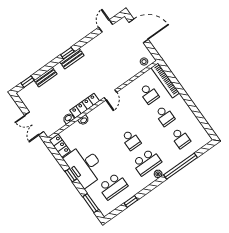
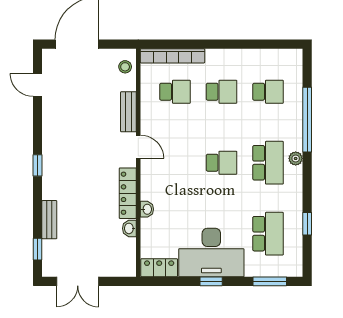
bench: (72, 59) -> (128, 112), moved
double door: (34, 123) -> (78, 281), moved

